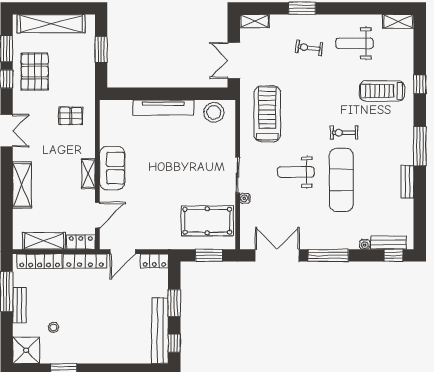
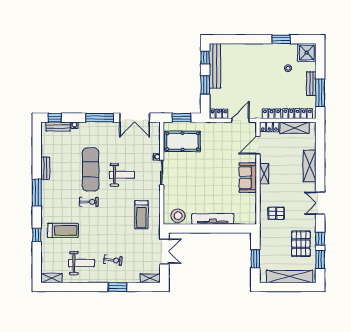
treadmill: (267, 114) -> (141, 215), width x0.73, depth x0.73
locker: (85, 261) -> (272, 114), width x0.66

